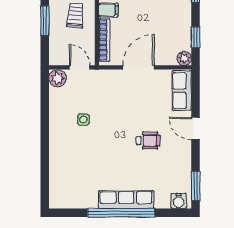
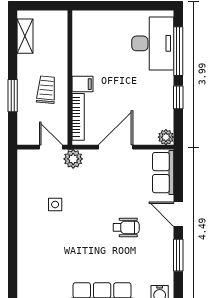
window: (196, 37) -> (178, 97), moved
plant: (58, 78) -> (73, 159), moved
window: (196, 186) -> (178, 255), moved

